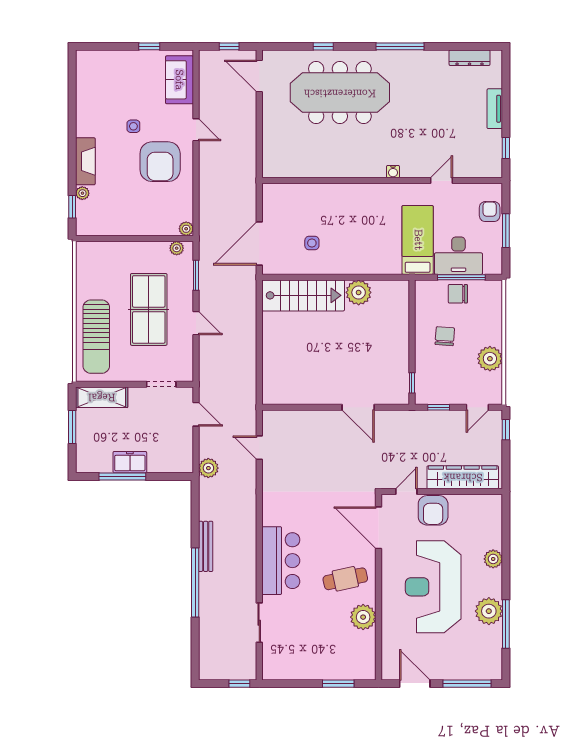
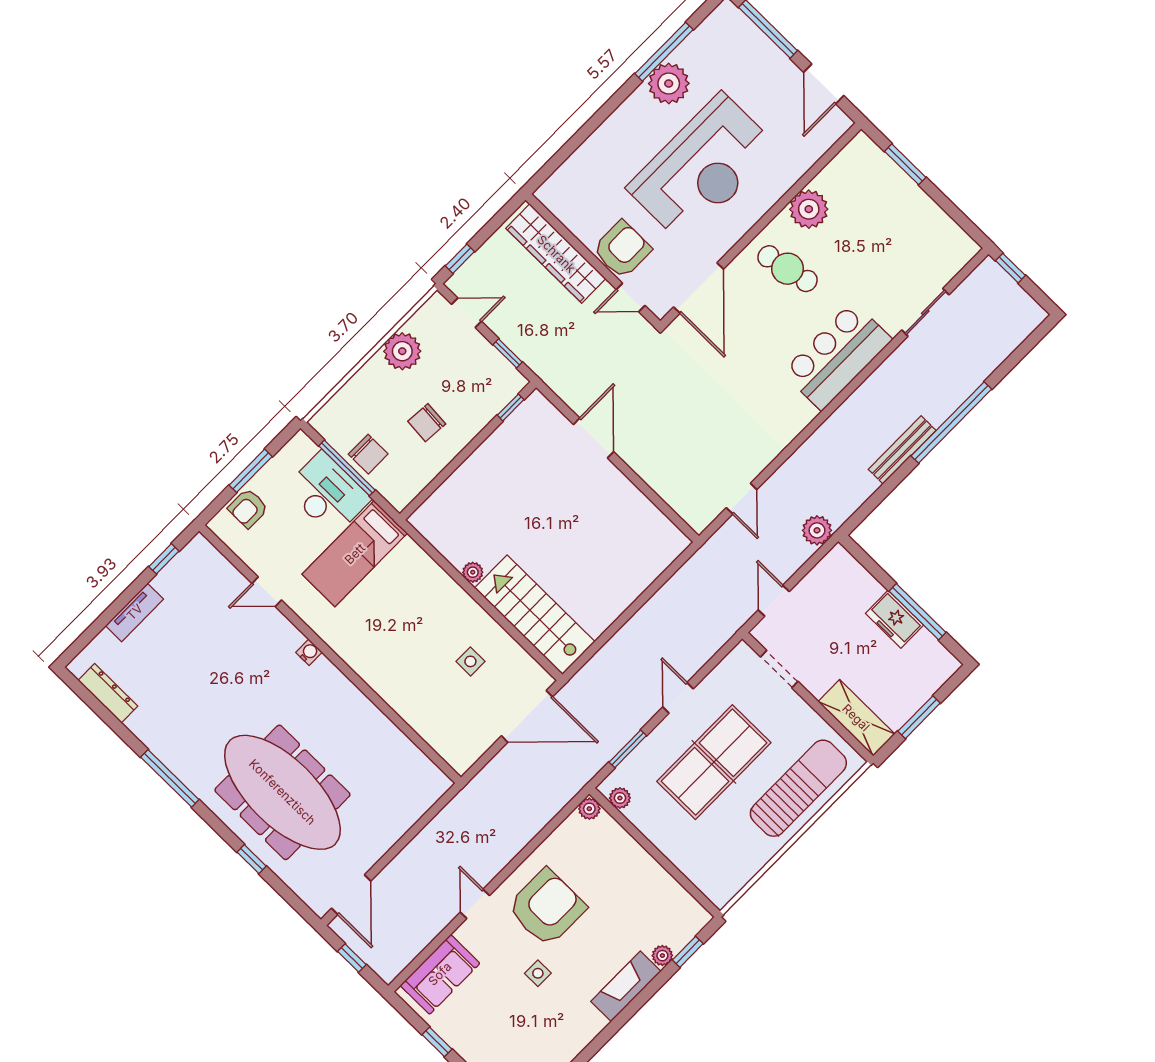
plant: (359, 292) -> (473, 572), width x0.53, depth x0.53
plant: (493, 559) -> (609, 134), removed

